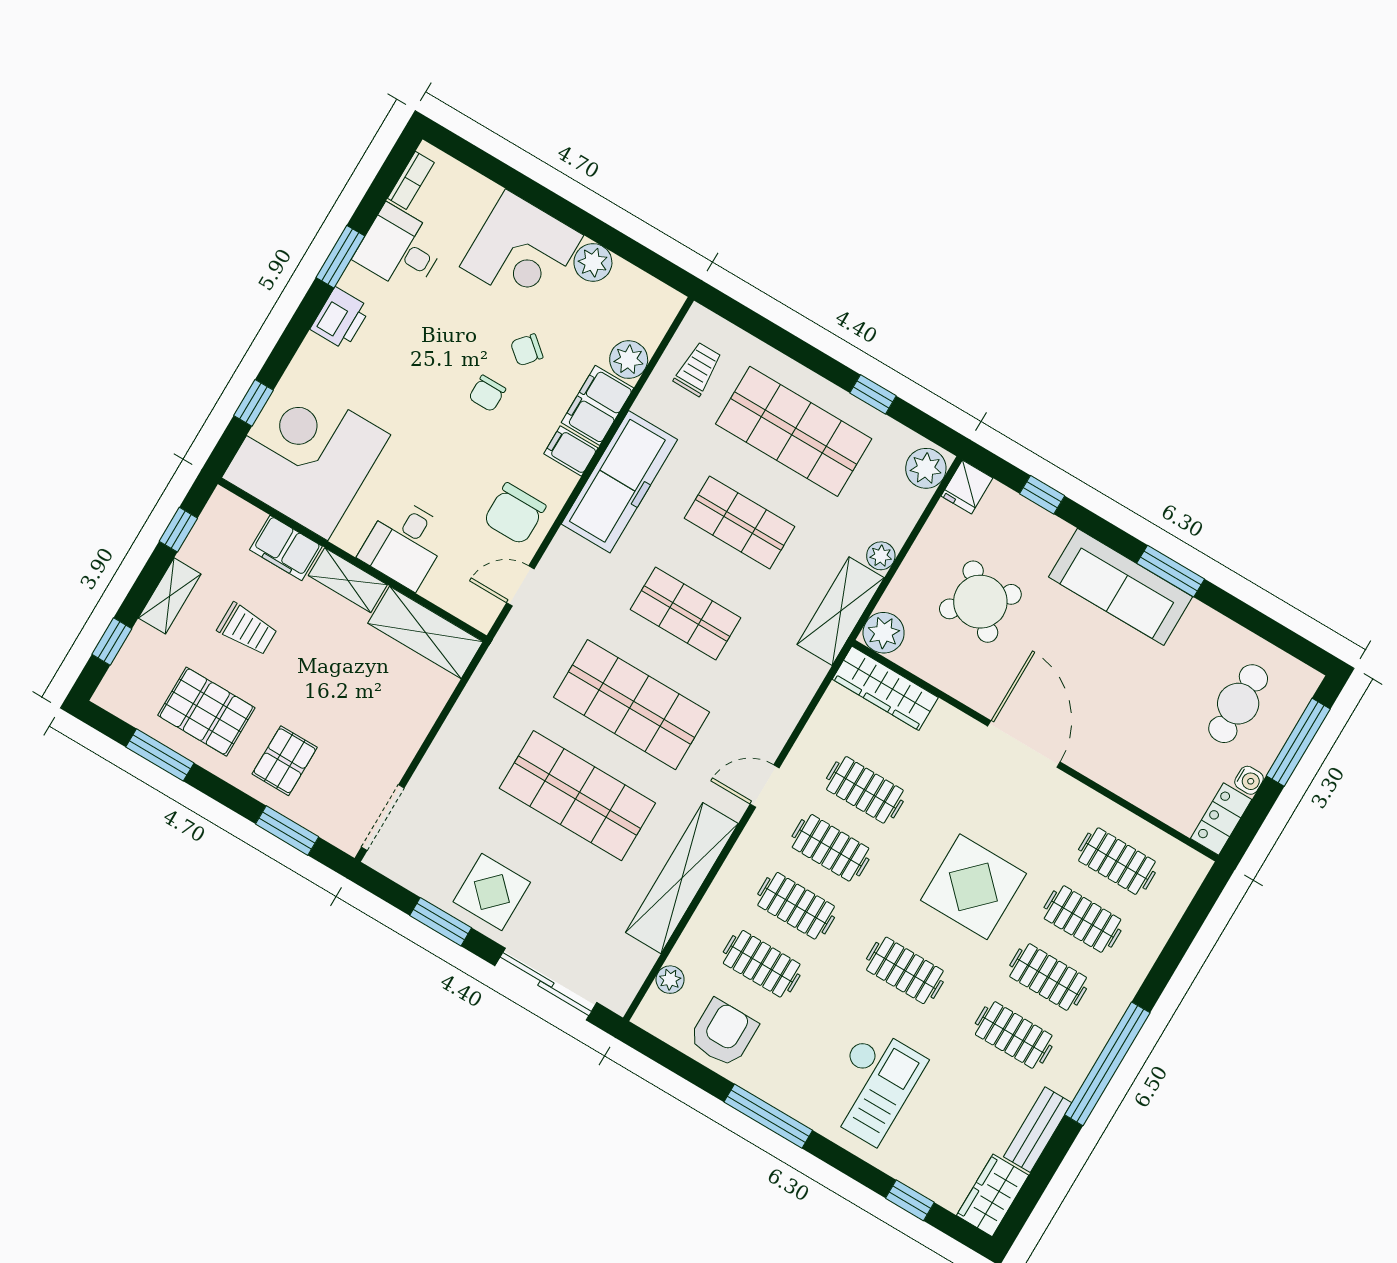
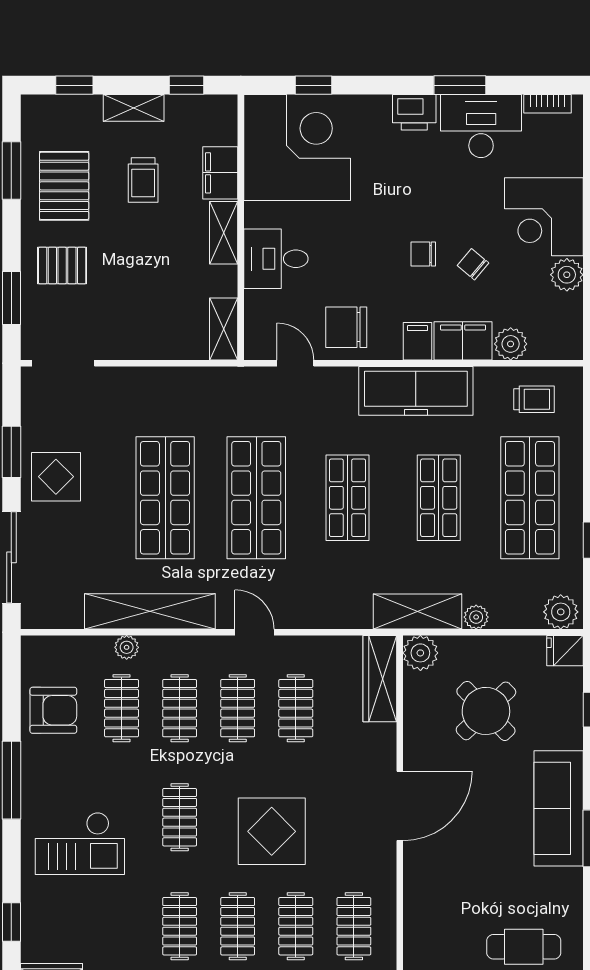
desk: (400, 249) -> (481, 126), width x1.37
shelving: (425, 633) -> (224, 329), width x0.67, depth x0.75
plant: (670, 980) -> (127, 647), moved

